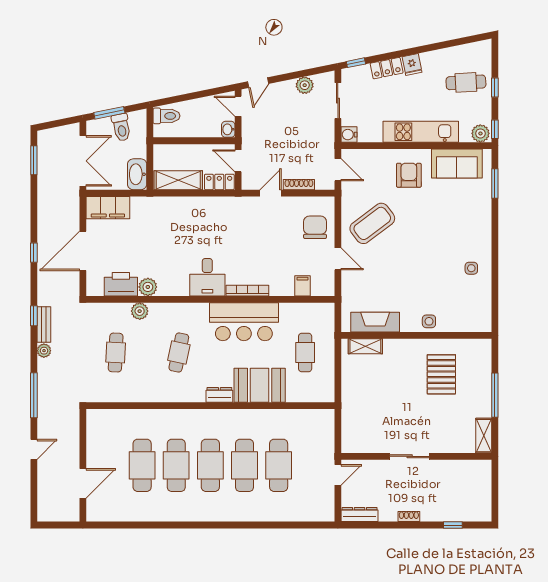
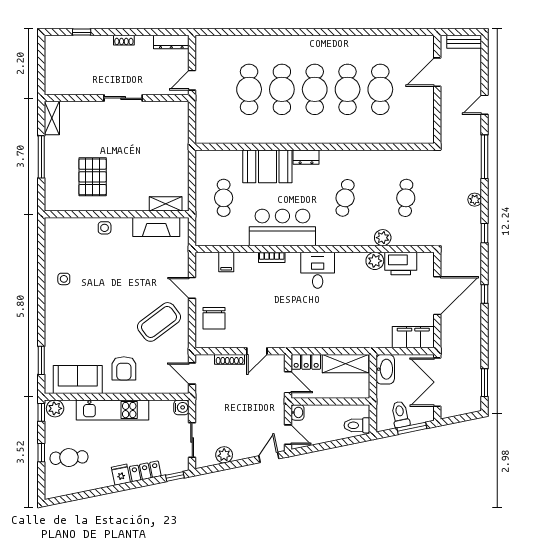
bookcase: (247, 291) -> (272, 257), width x0.64
bench: (44, 325) -> (464, 42), moved, turned 90

